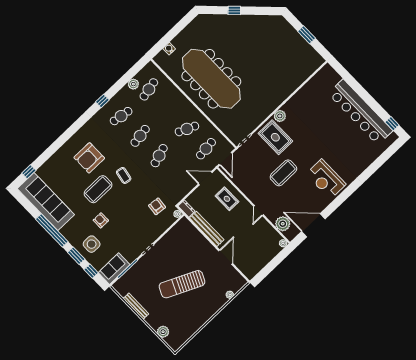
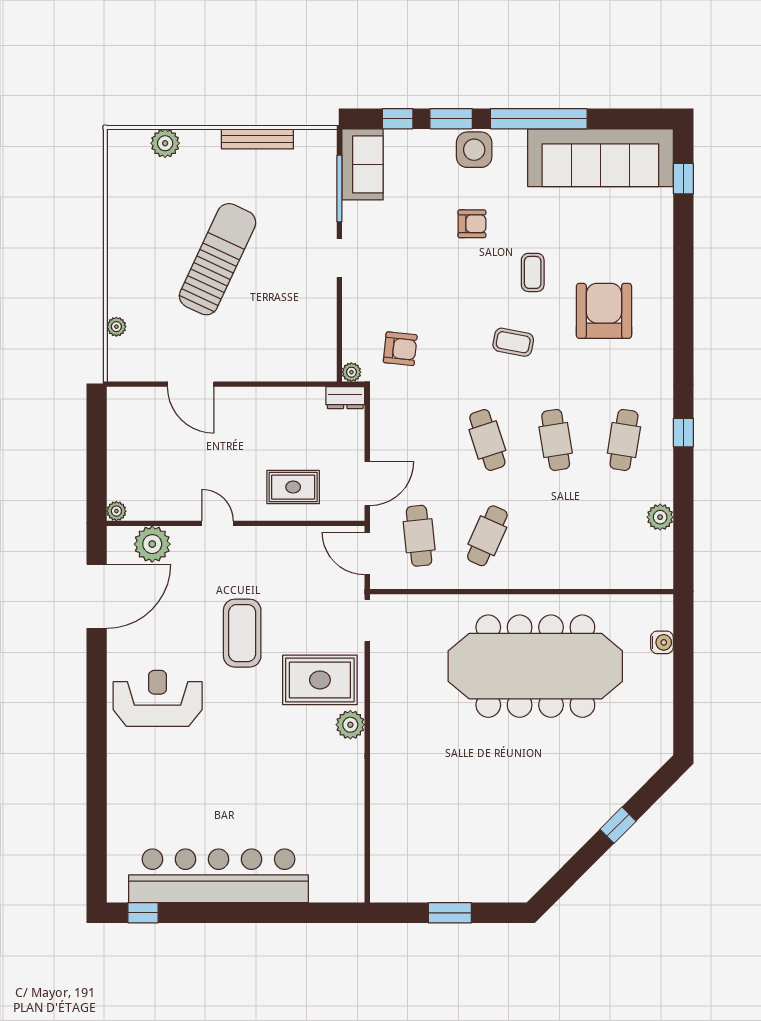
cafe table: (149, 89) -> (624, 536), removed
coffee table: (98, 189) -> (533, 272), width x0.54, depth x0.58
bench: (207, 229) -> (274, 399), removed
side table: (92, 244) -> (474, 150), moved

